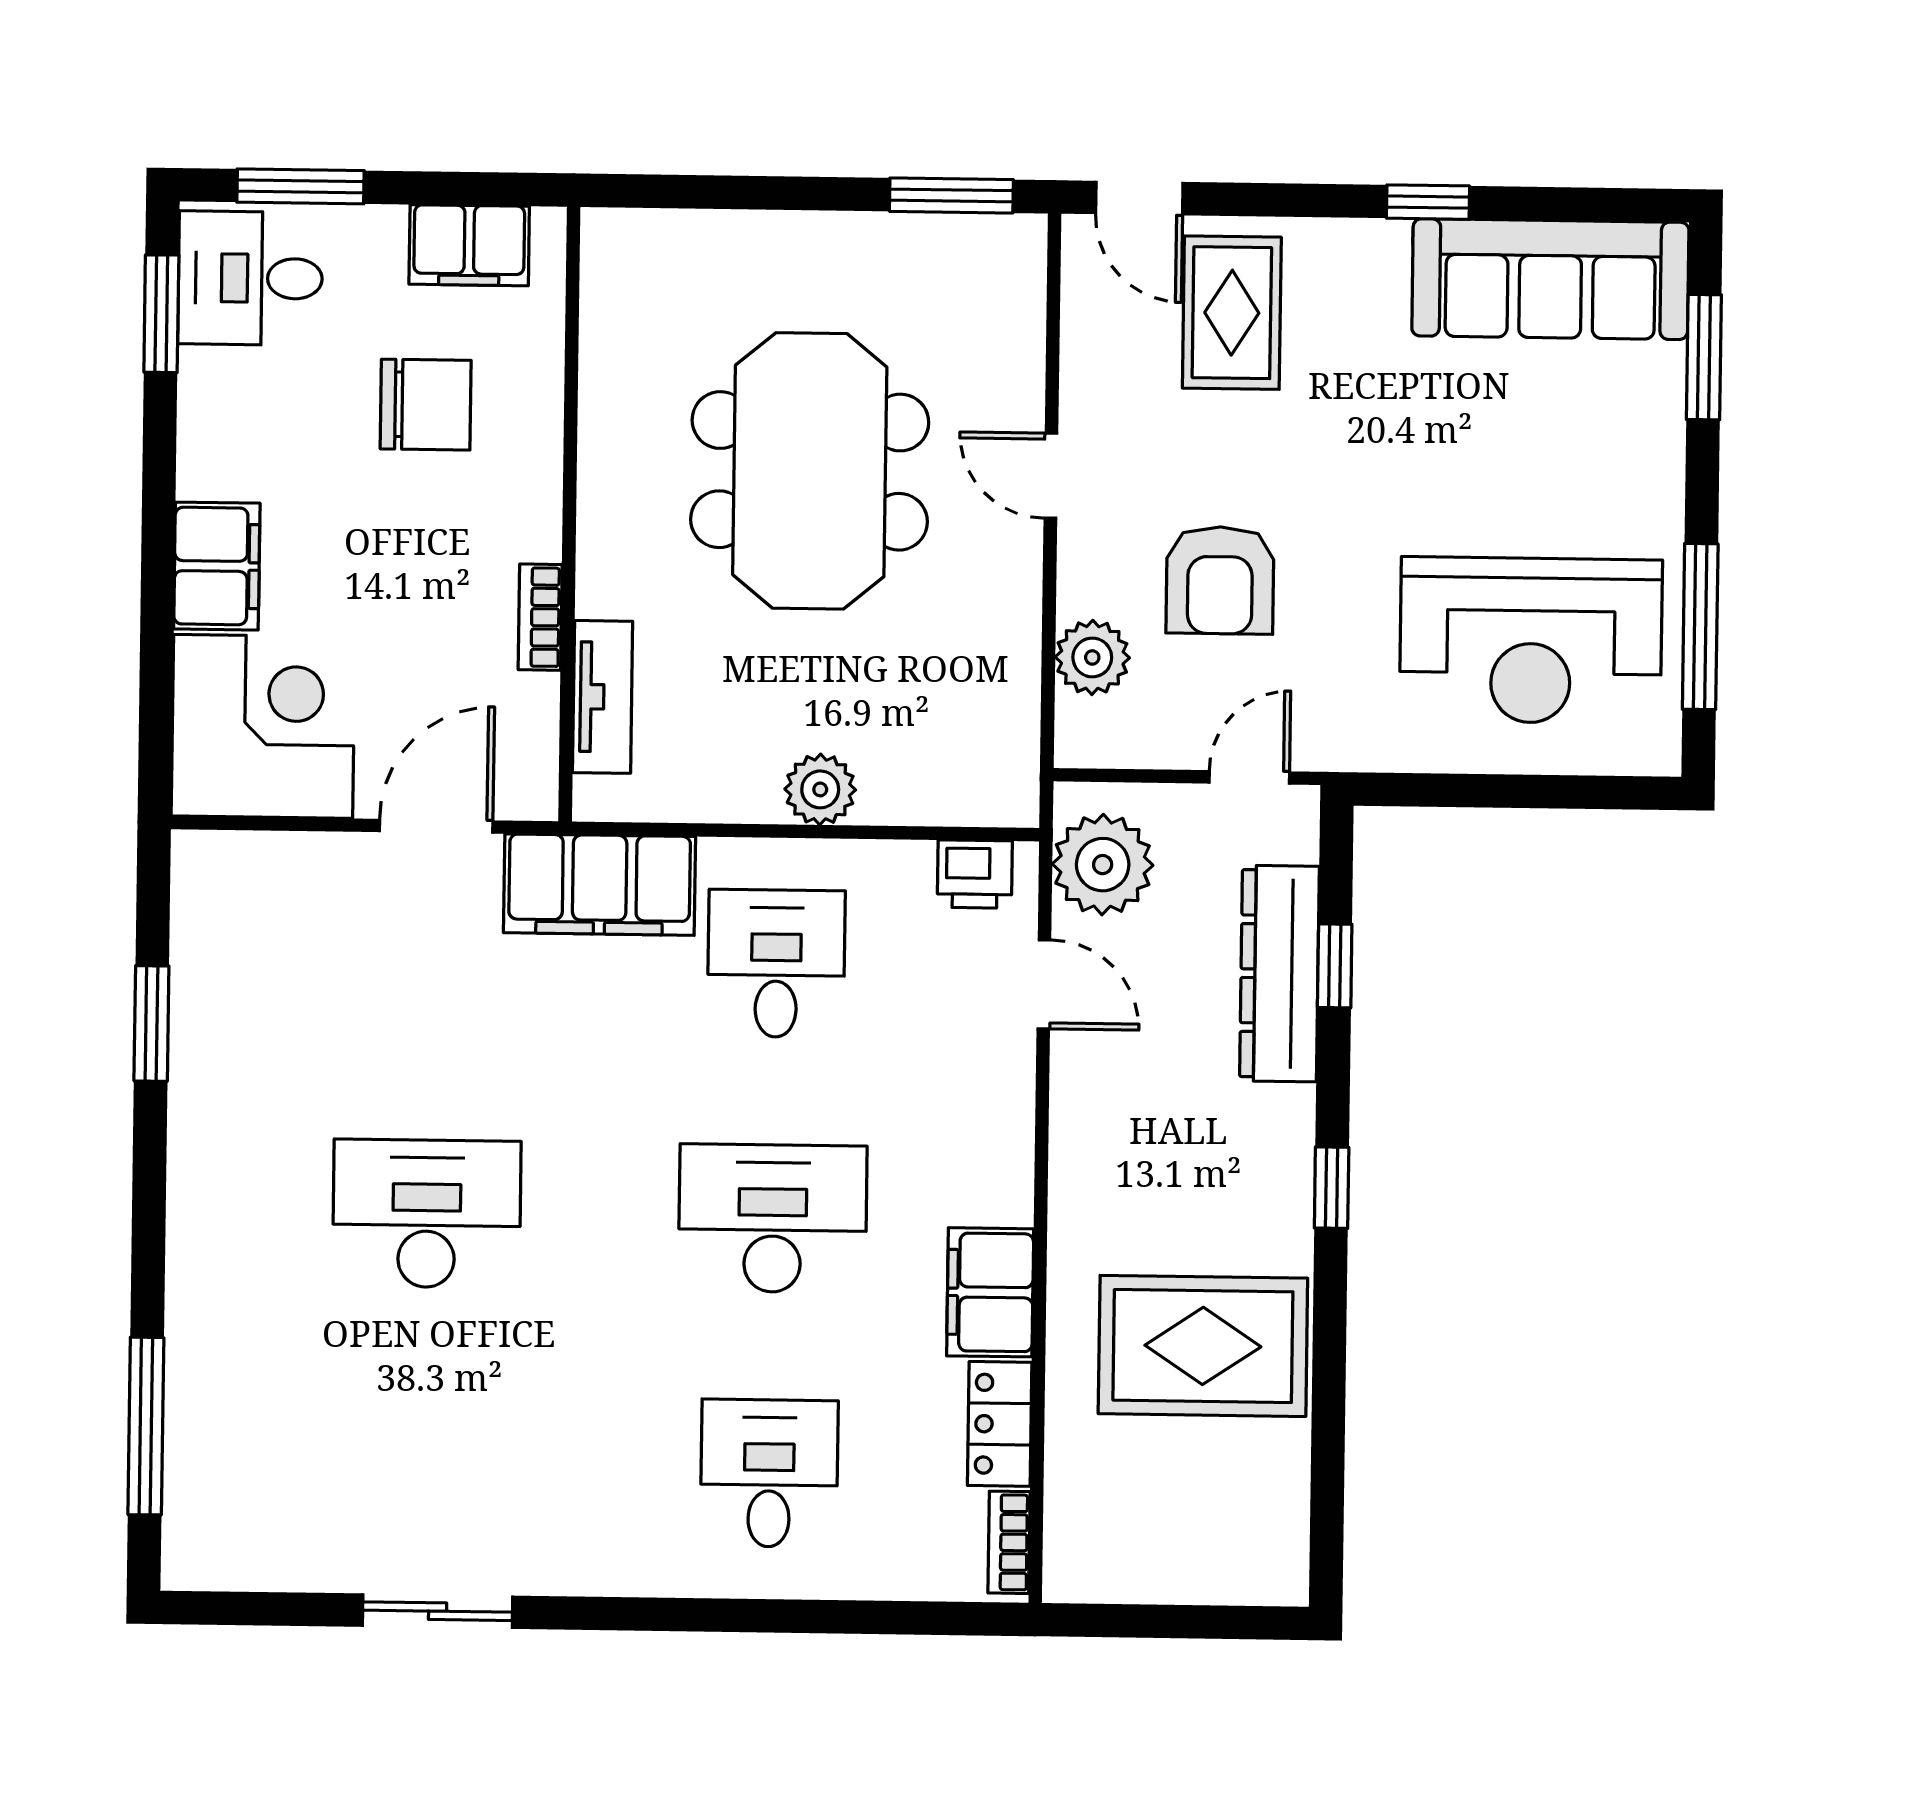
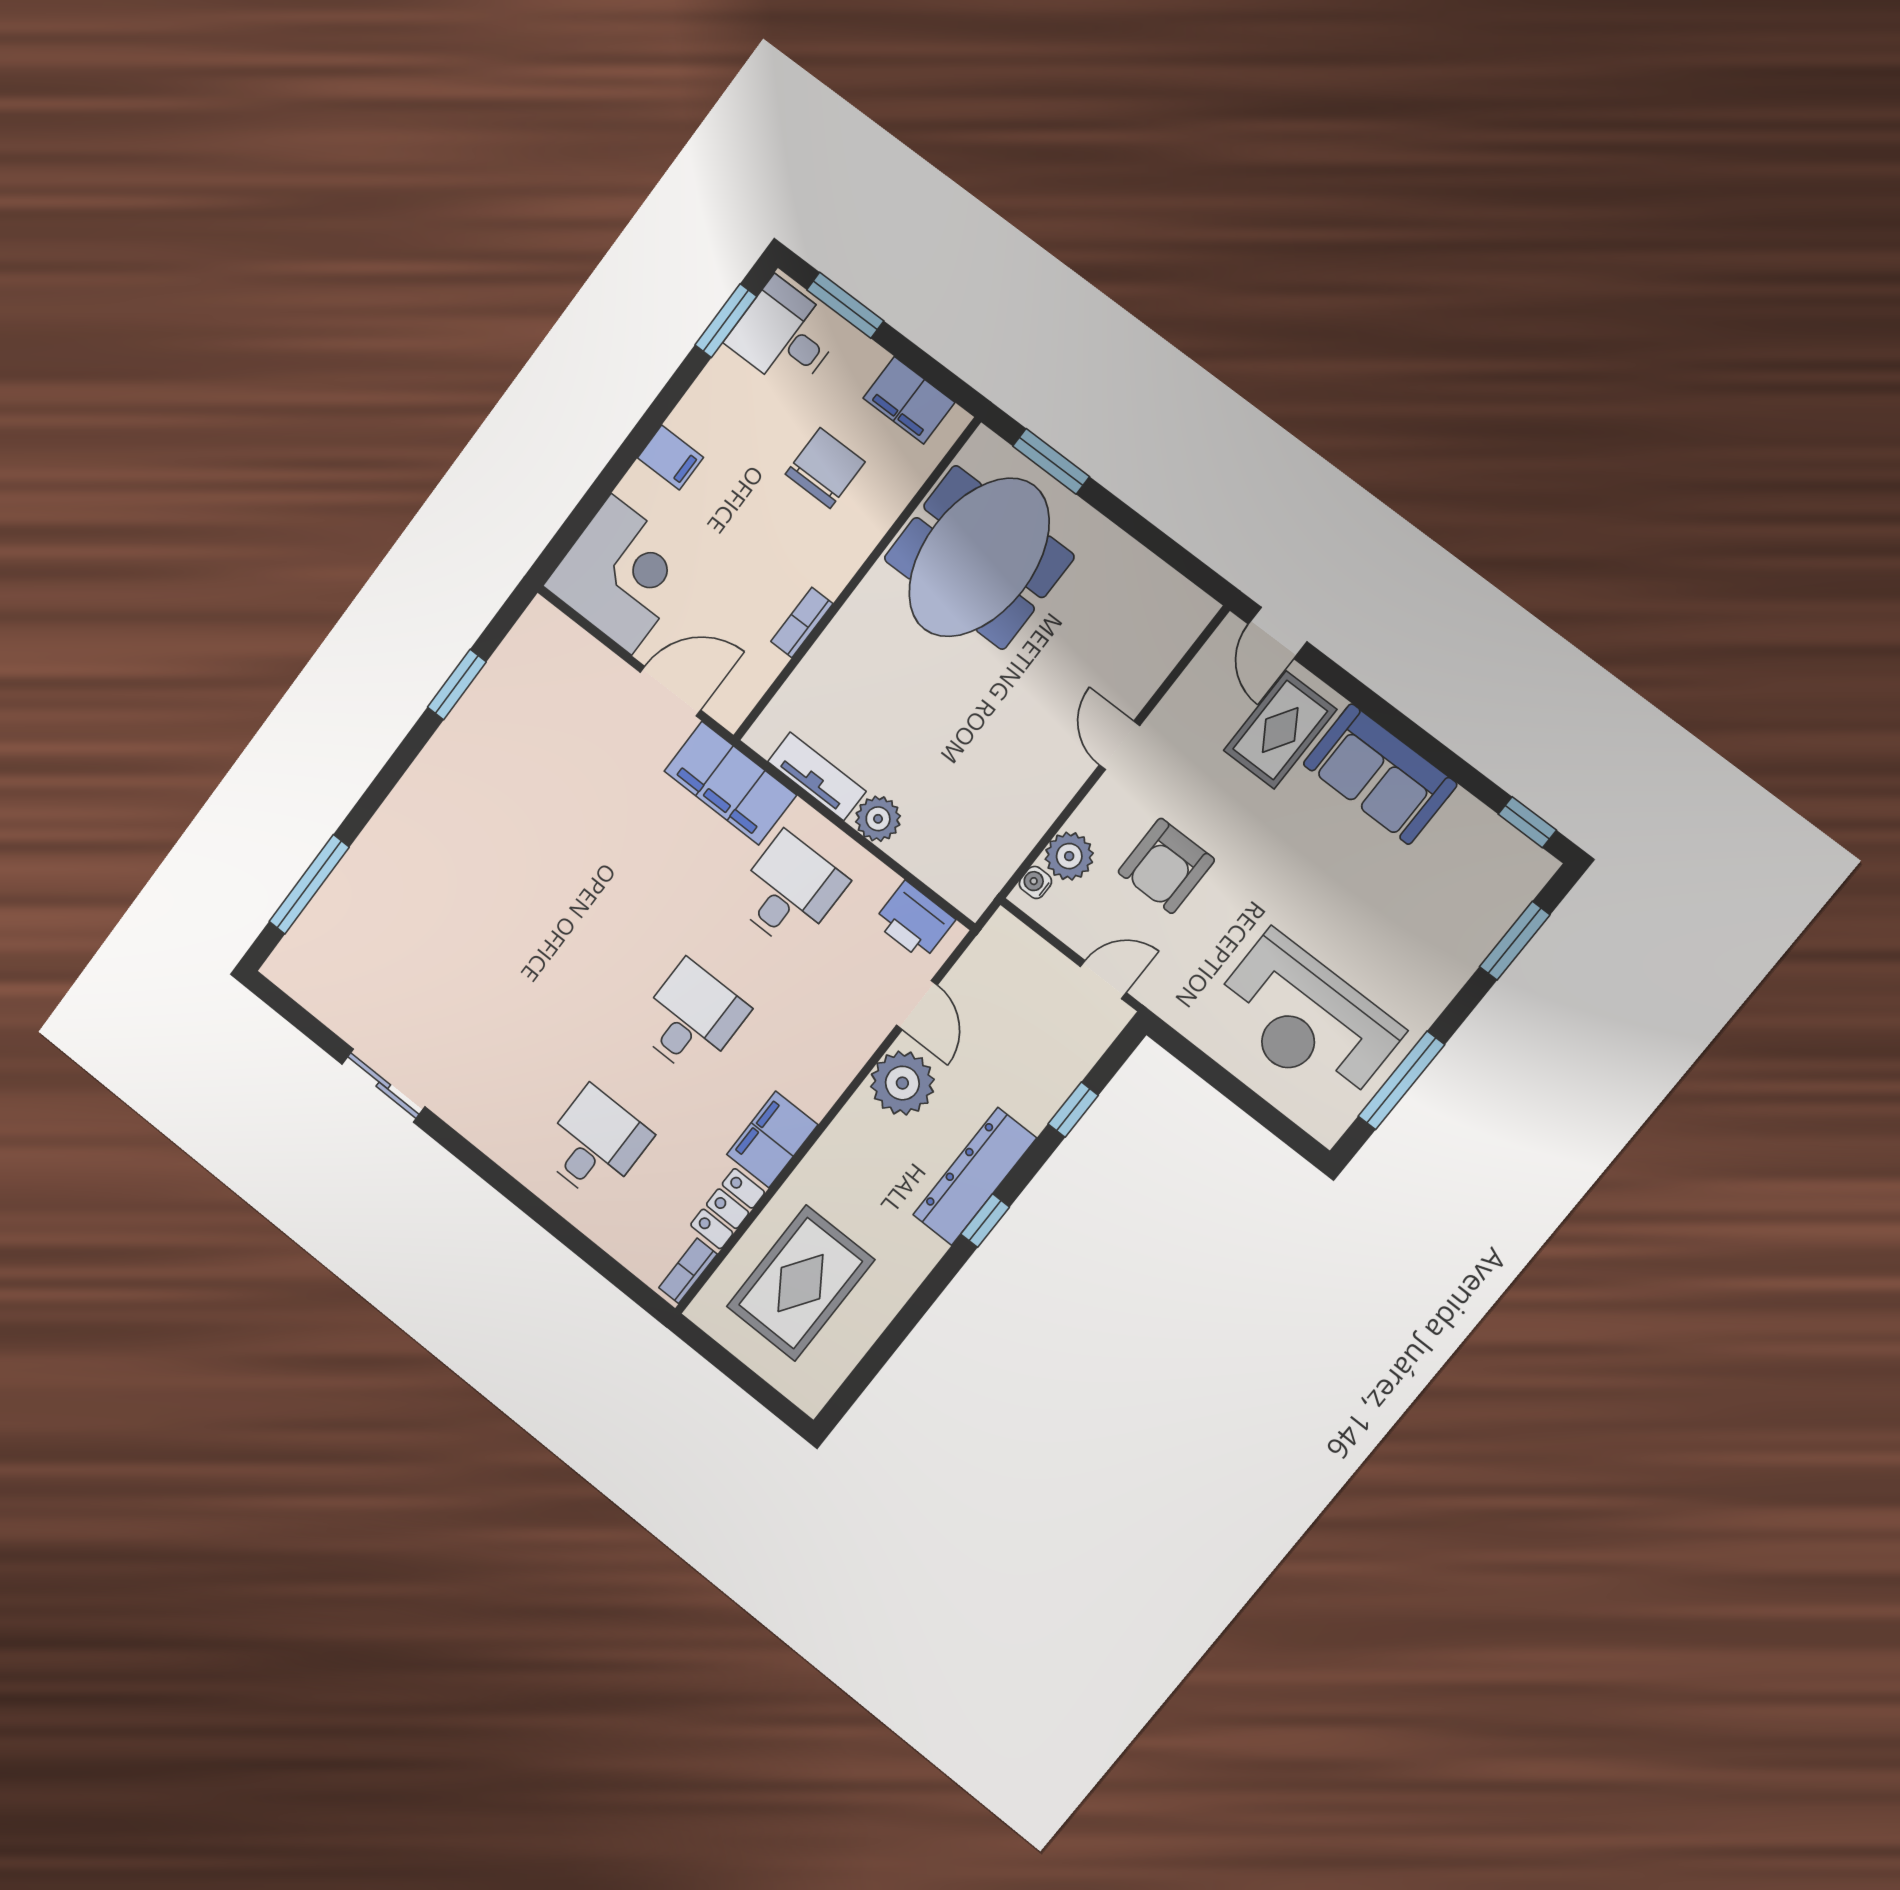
window: (951, 195) -> (1051, 461), moved
window: (1428, 202) -> (1527, 822), moved
sofa: (1550, 279) -> (1380, 774), moved, width x0.73
chair: (426, 405) -> (825, 468), turned -90
meeting table: (810, 471) -> (979, 558), moved
filing cabinet: (217, 566) -> (671, 458), width x0.50
tv unit: (603, 697) -> (817, 776), moved, turned -90
water cooler: (1075, 721) -> (1035, 882), added
plant: (1103, 865) -> (902, 1083), moved
printer: (975, 874) -> (914, 921), width x1.36, depth x1.24
dresser: (1279, 974) -> (975, 1176), moved
desk: (427, 1214) -> (522, 884), removed
desk: (773, 1218) -> (691, 1018), width x0.73
rug: (1203, 1346) -> (801, 1283), moved, turned 90

